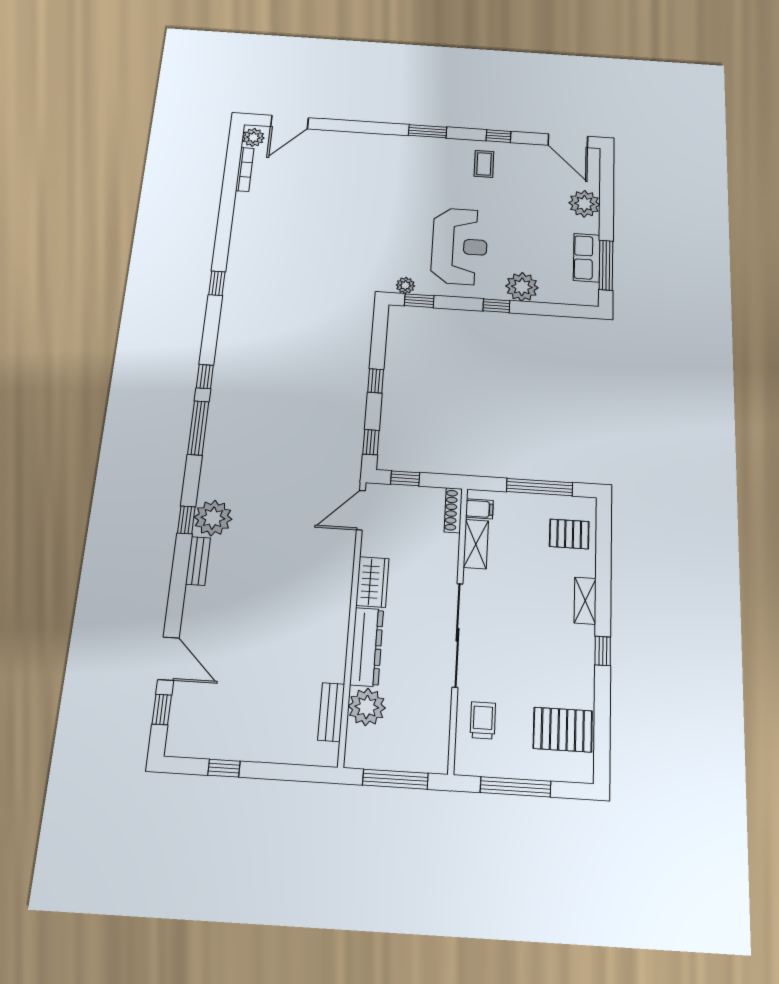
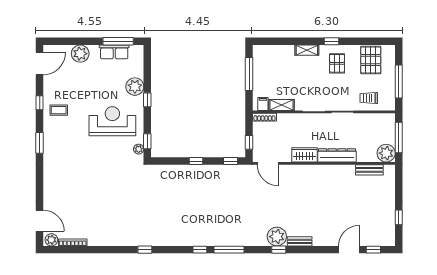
pallet: (569, 534) -> (337, 63), moved
plant: (367, 707) -> (386, 153), moved

